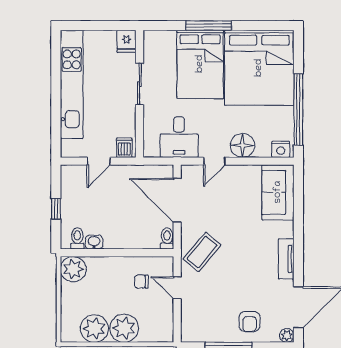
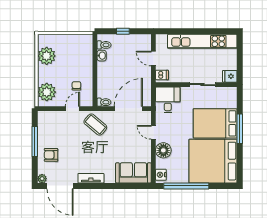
desk: (179, 137) -> (168, 100), moved, turned 90
plant: (73, 269) -> (84, 42), removed
plant: (124, 328) -> (47, 92), moved

